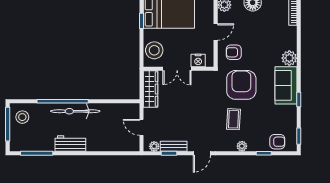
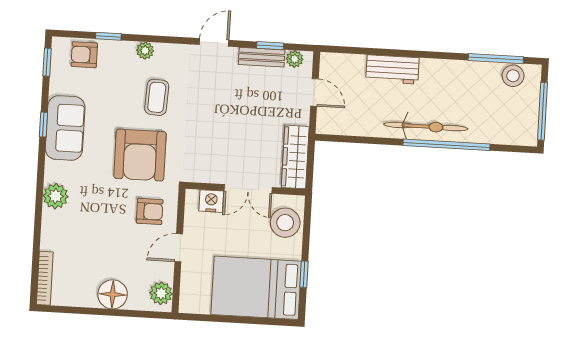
double door: (177, 69) -> (248, 189), swing flipped
sofa: (286, 85) -> (65, 128), moved
stool: (22, 117) -> (513, 76), moved
workbench: (70, 143) -> (392, 69), moved

